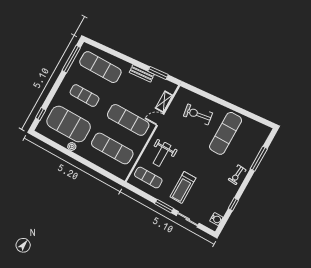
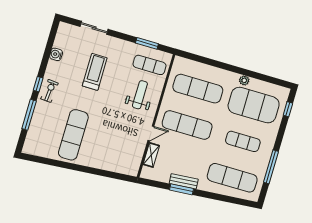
window: (71, 59) -> (271, 167), moved
window: (158, 73) -> (181, 189), moved
exercise bike: (198, 114) -> (110, 149), removed
treadmill: (183, 187) -> (95, 72), moved
window: (233, 204) -> (38, 84), moved
window: (164, 206) -> (147, 43), moved
water cooler: (216, 219) -> (56, 54), moved

